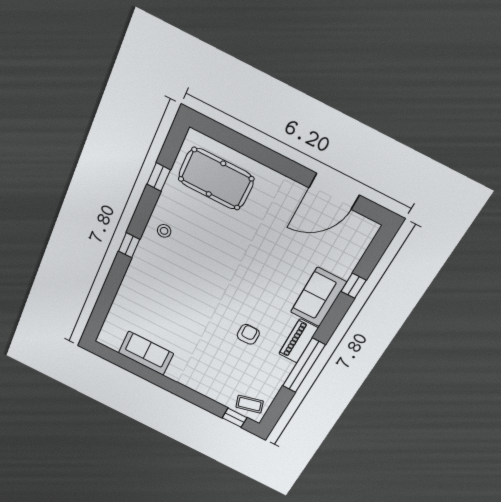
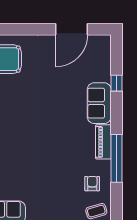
armchair: (248, 334) -> (92, 184), moved

